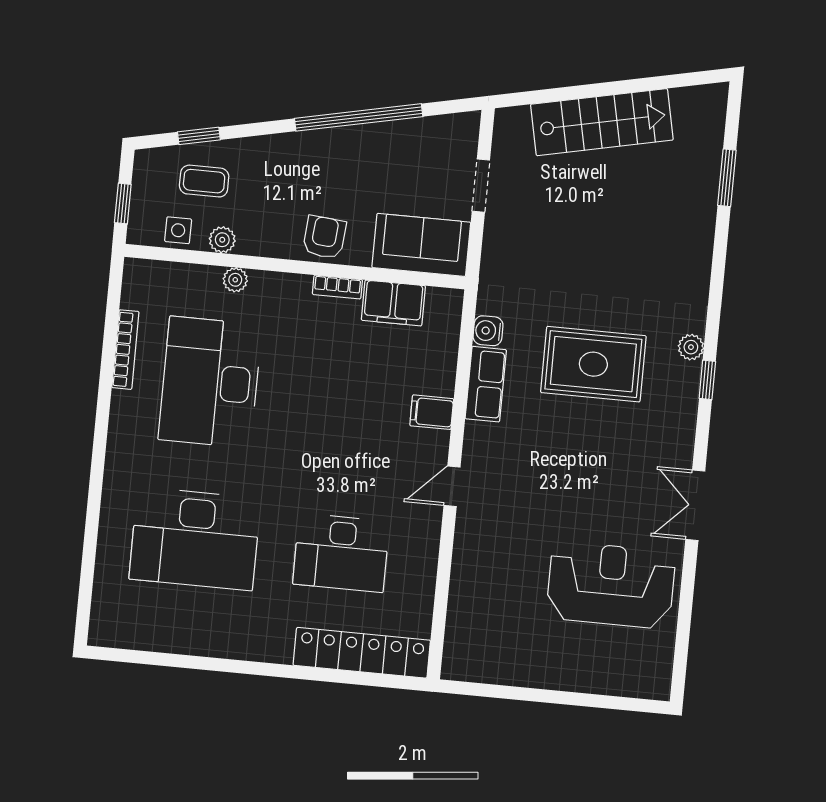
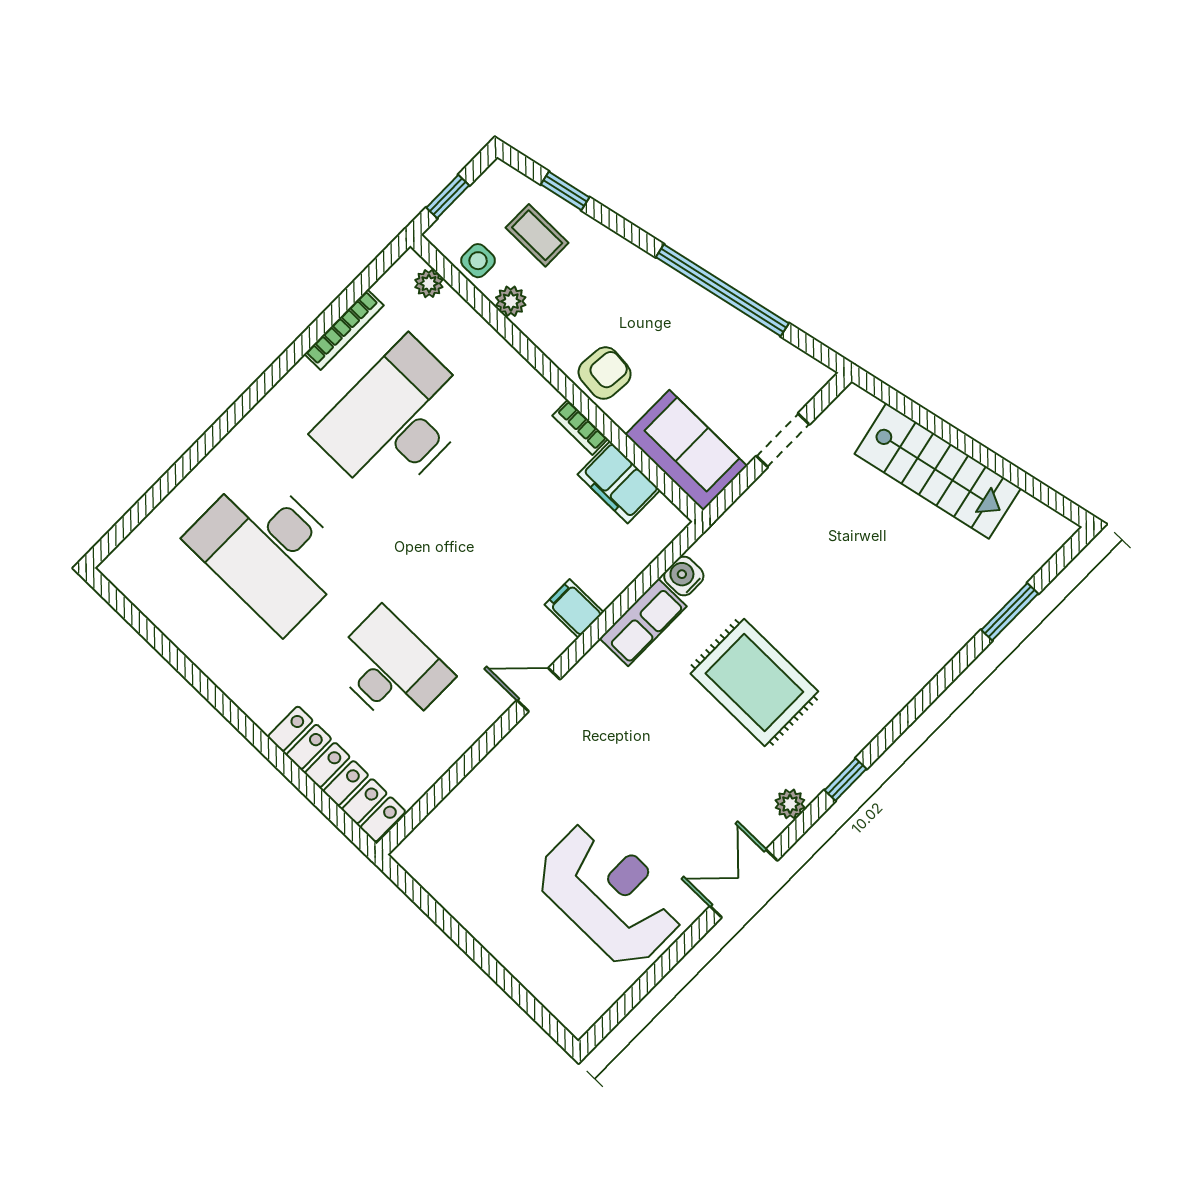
plant: (235, 280) -> (429, 284), moved
plant: (691, 347) -> (790, 804), moved
desk: (341, 553) -> (391, 669), turned 180

